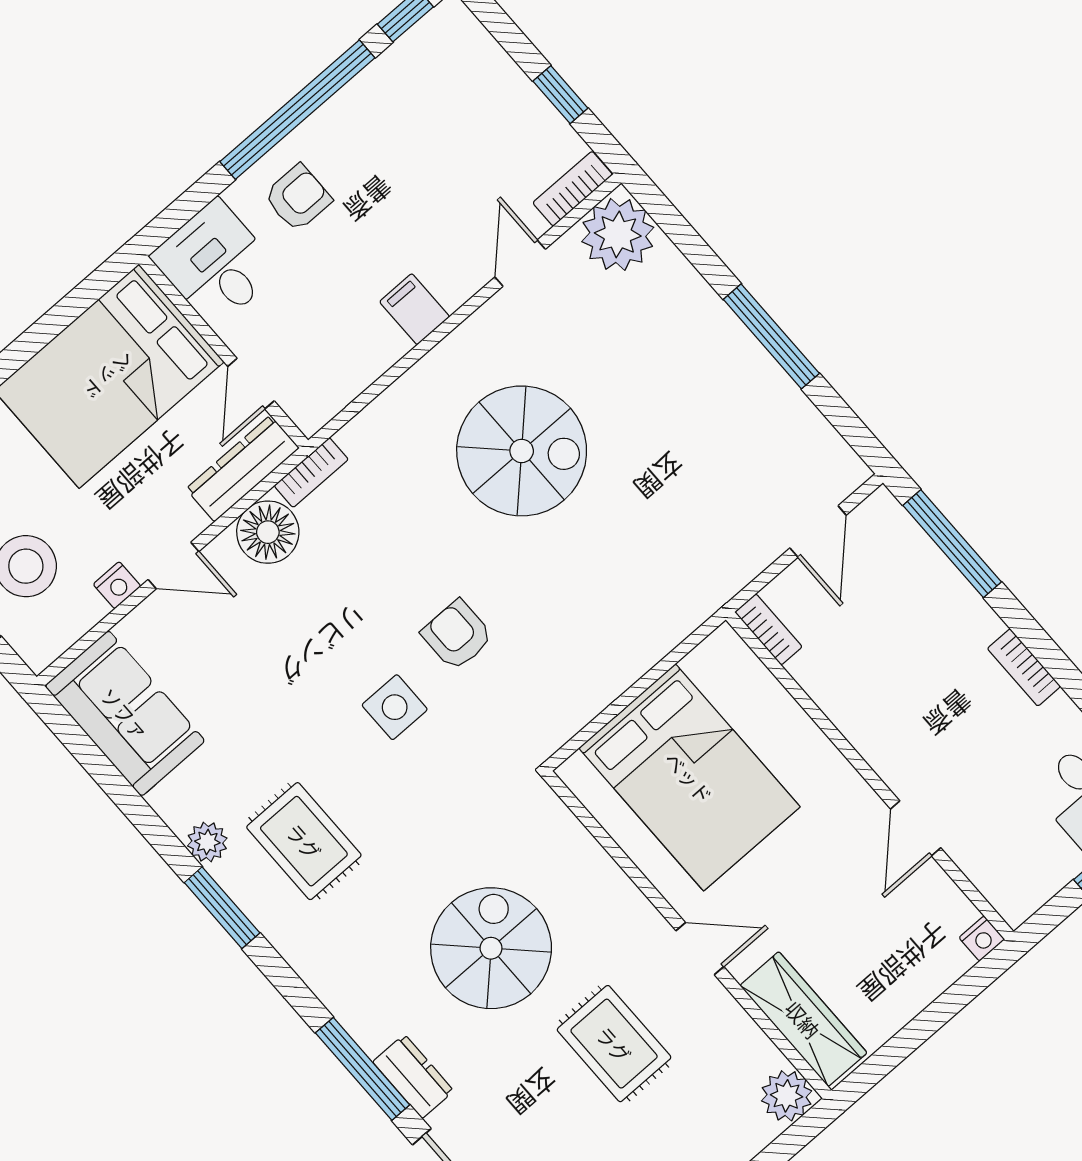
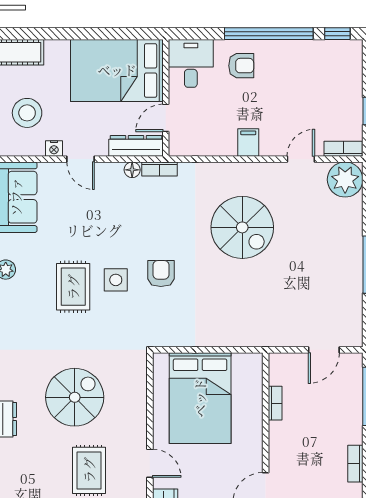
floor lamp: (268, 532) -> (132, 170), width x0.53, depth x0.53
bookcase: (768, 629) -> (275, 403), moved
rug: (304, 841) -> (73, 287), moved

